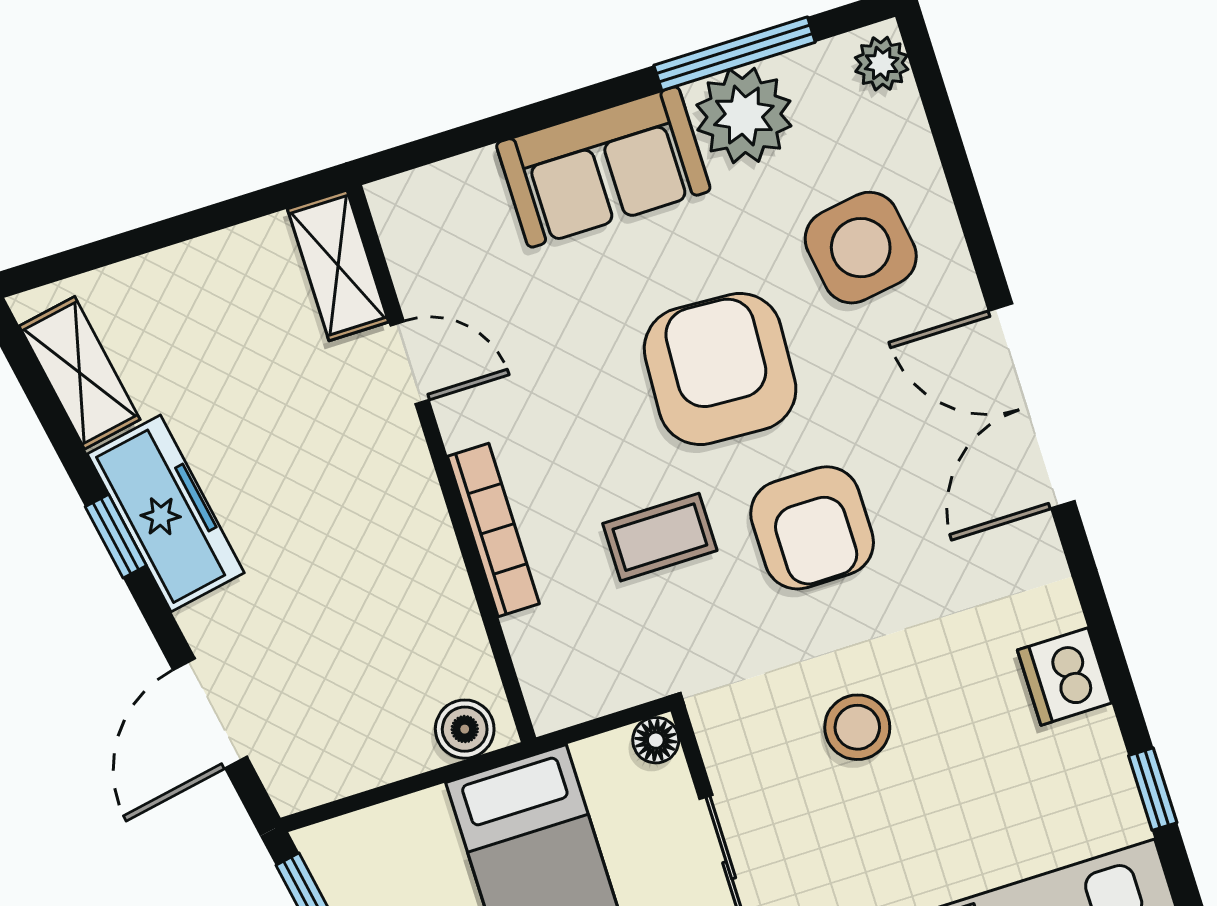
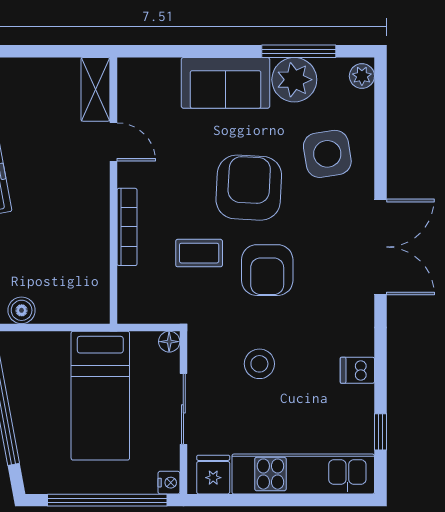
double door: (1032, 406) -> (380, 247), swing flipped
dishwasher: (1064, 677) -> (357, 370), width x0.73
boiler: (465, 729) -> (22, 310), moved

